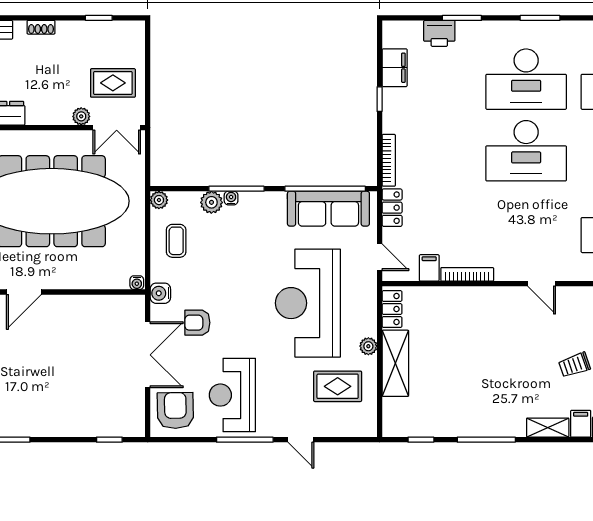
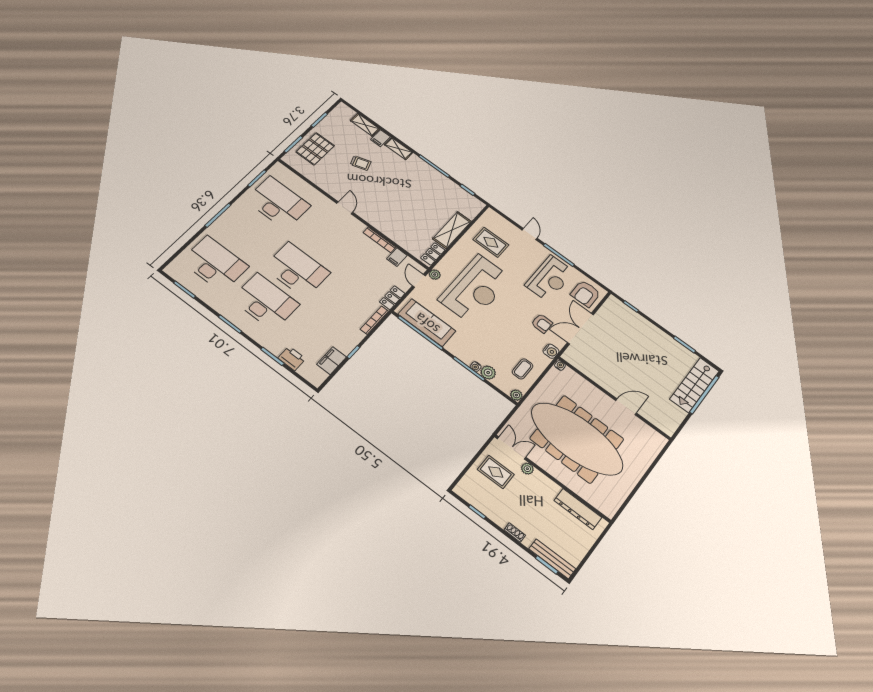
plant: (368, 346) -> (435, 275), moved

